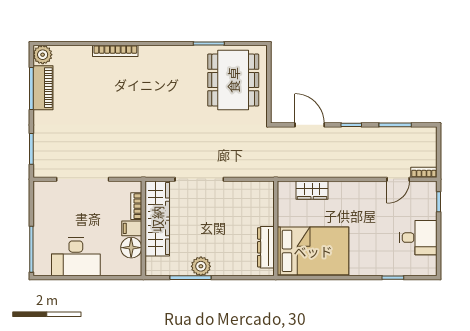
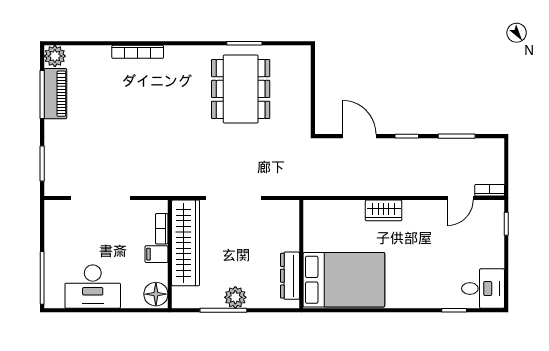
dining table: (233, 80) -> (241, 89), moved
wardrobe: (312, 190) -> (384, 210), moved
wall: (276, 228) -> (301, 254), moved
desk: (418, 238) -> (483, 288), moved
dresser: (266, 247) -> (290, 276), moved
floor lamp: (131, 248) -> (156, 294), moved
bed: (313, 251) -> (344, 280), moved

